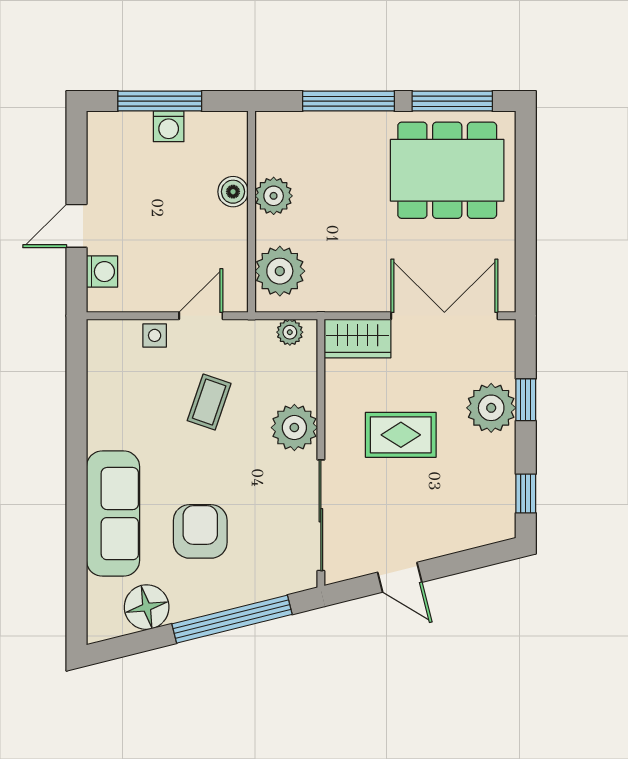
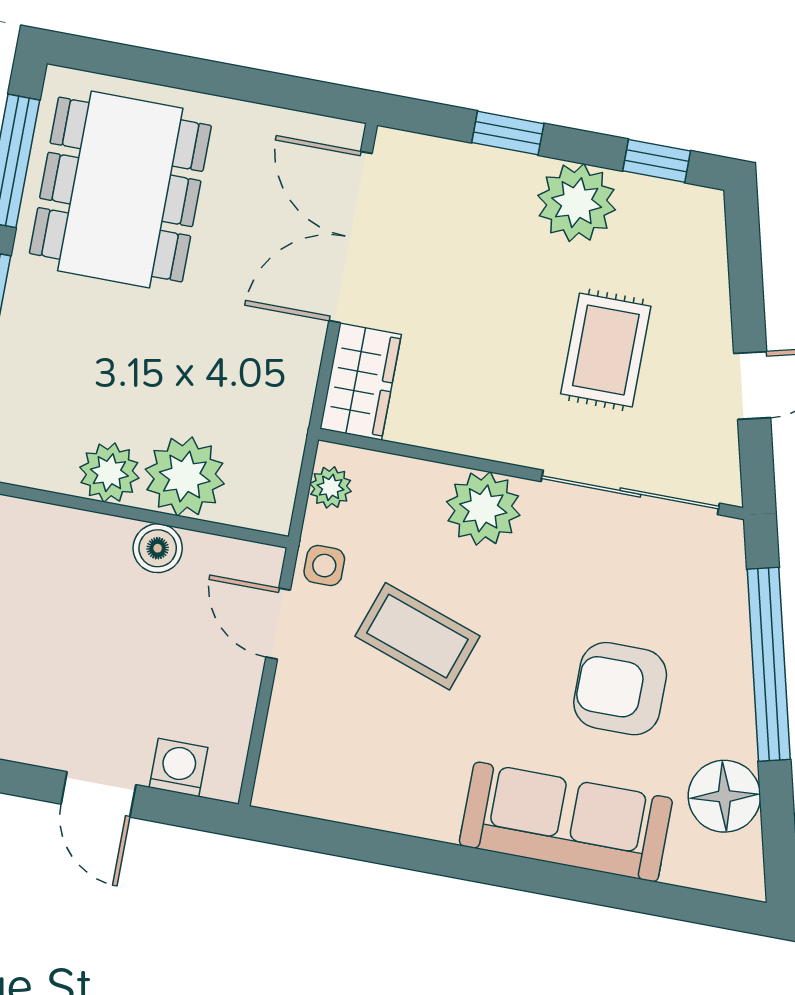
boiler: (233, 192) -> (158, 548), moved
plant: (280, 271) -> (185, 477), moved
side table: (155, 335) -> (324, 566), moved
coffee table: (209, 402) -> (417, 636), width x1.36, depth x1.30
plant: (491, 408) -> (577, 203), moved
rug: (401, 435) -> (606, 350), moved

